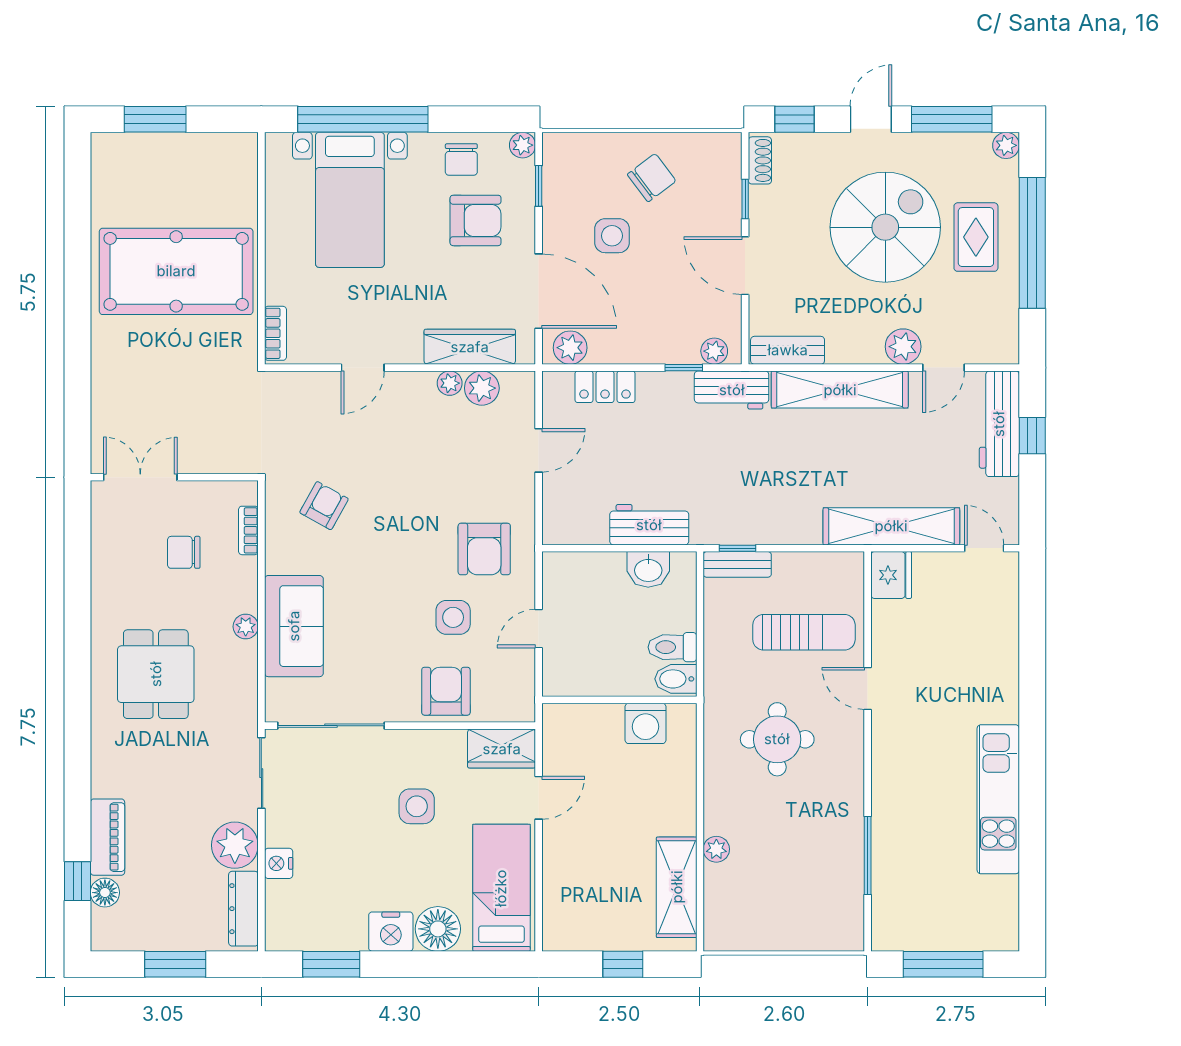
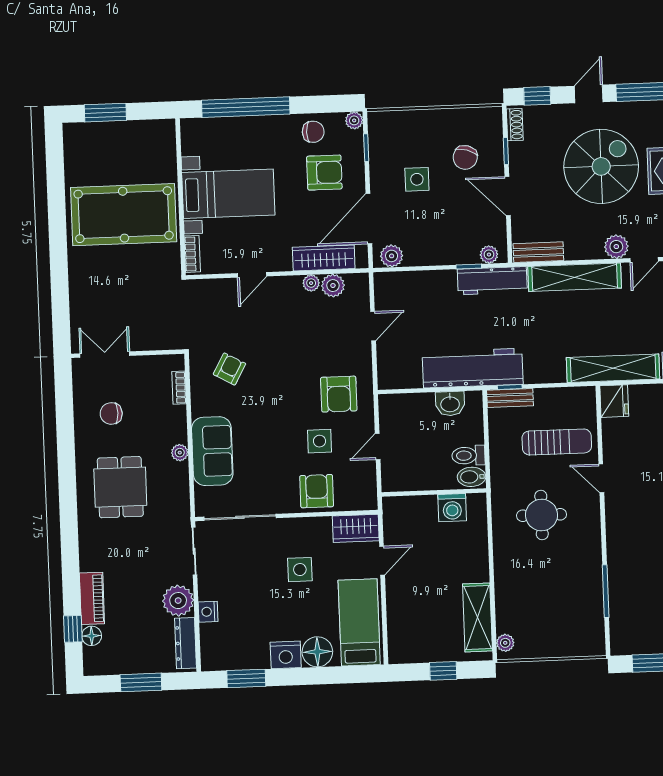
chair: (461, 160) -> (313, 132), turned -90
chair: (652, 178) -> (465, 157), moved, turned 144
bed with nightstands: (350, 200) -> (228, 194), moved, turned -90
door: (539, 291) -> (369, 219), swing flipped
locker: (605, 387) -> (416, 281), removed
workbench: (732, 390) -> (492, 281), width x1.38
workbench: (649, 525) -> (473, 368), width x1.88, depth x1.32
chair: (184, 552) -> (111, 413), moved
plant: (716, 849) -> (505, 643), moved

